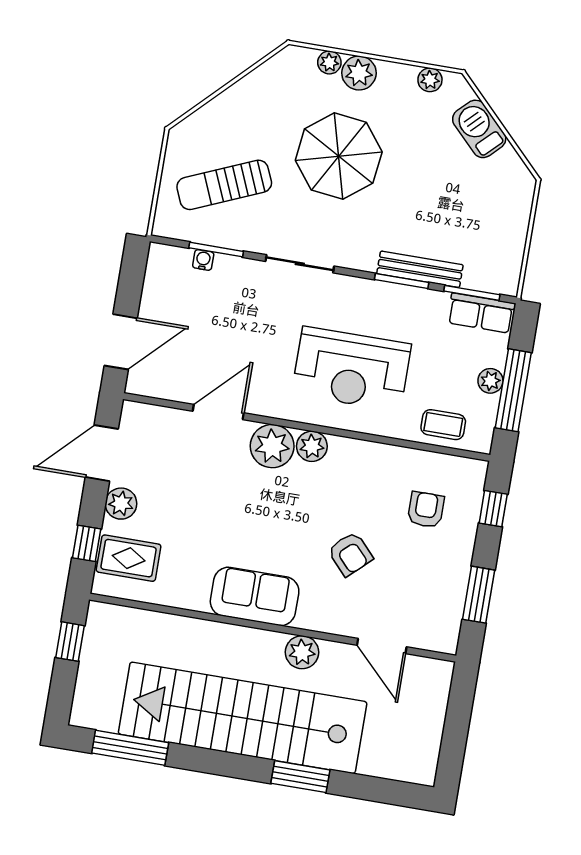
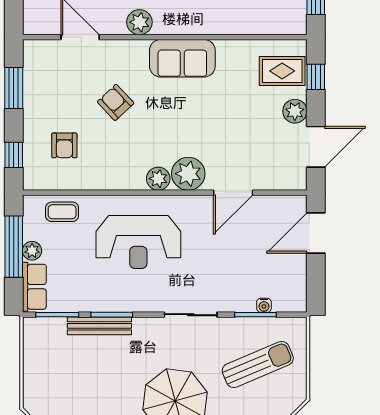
row of seats: (481, 313) -> (34, 287), moved, turned 90
reception desk: (351, 369) -> (138, 242), turned 180

